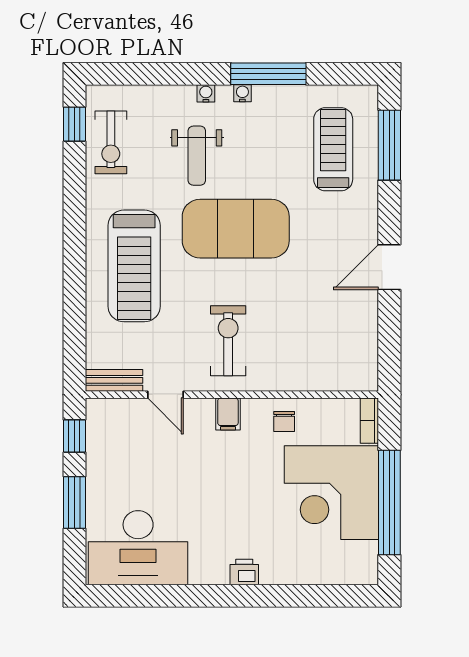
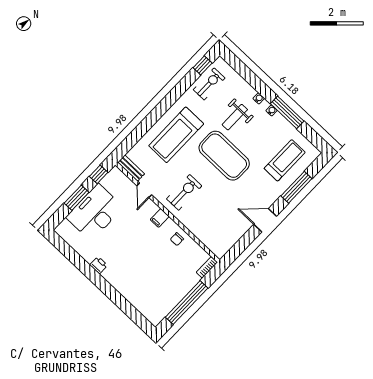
exercise bike: (111, 142) -> (209, 84), turned 180
window: (389, 145) -> (296, 187), moved
corner desk: (331, 493) -> (170, 280), removed
desk: (138, 548) -> (95, 212), moved, turned 90
printer: (244, 572) -> (99, 265), moved

